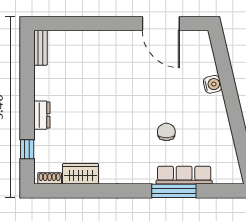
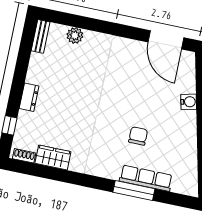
door: (161, 24) -> (166, 40), moved
plant: (77, 39) -> (75, 36), added

